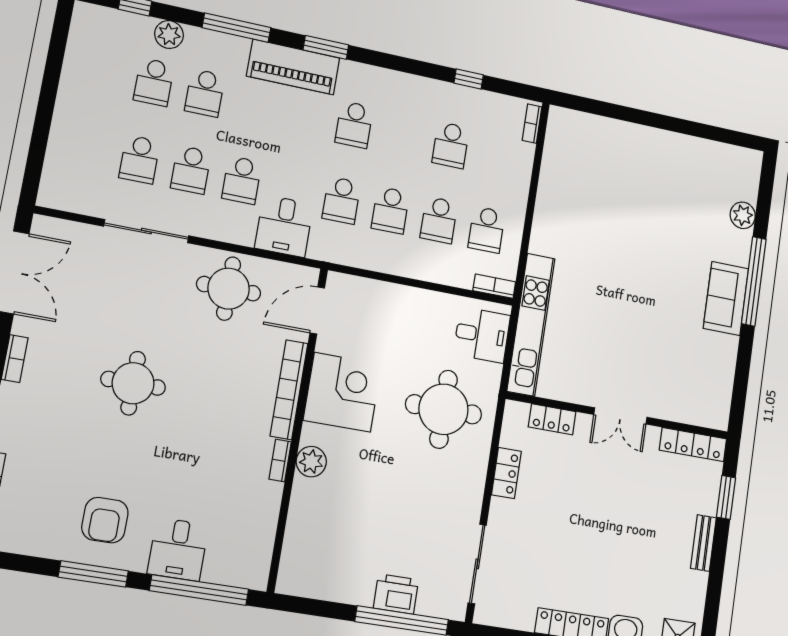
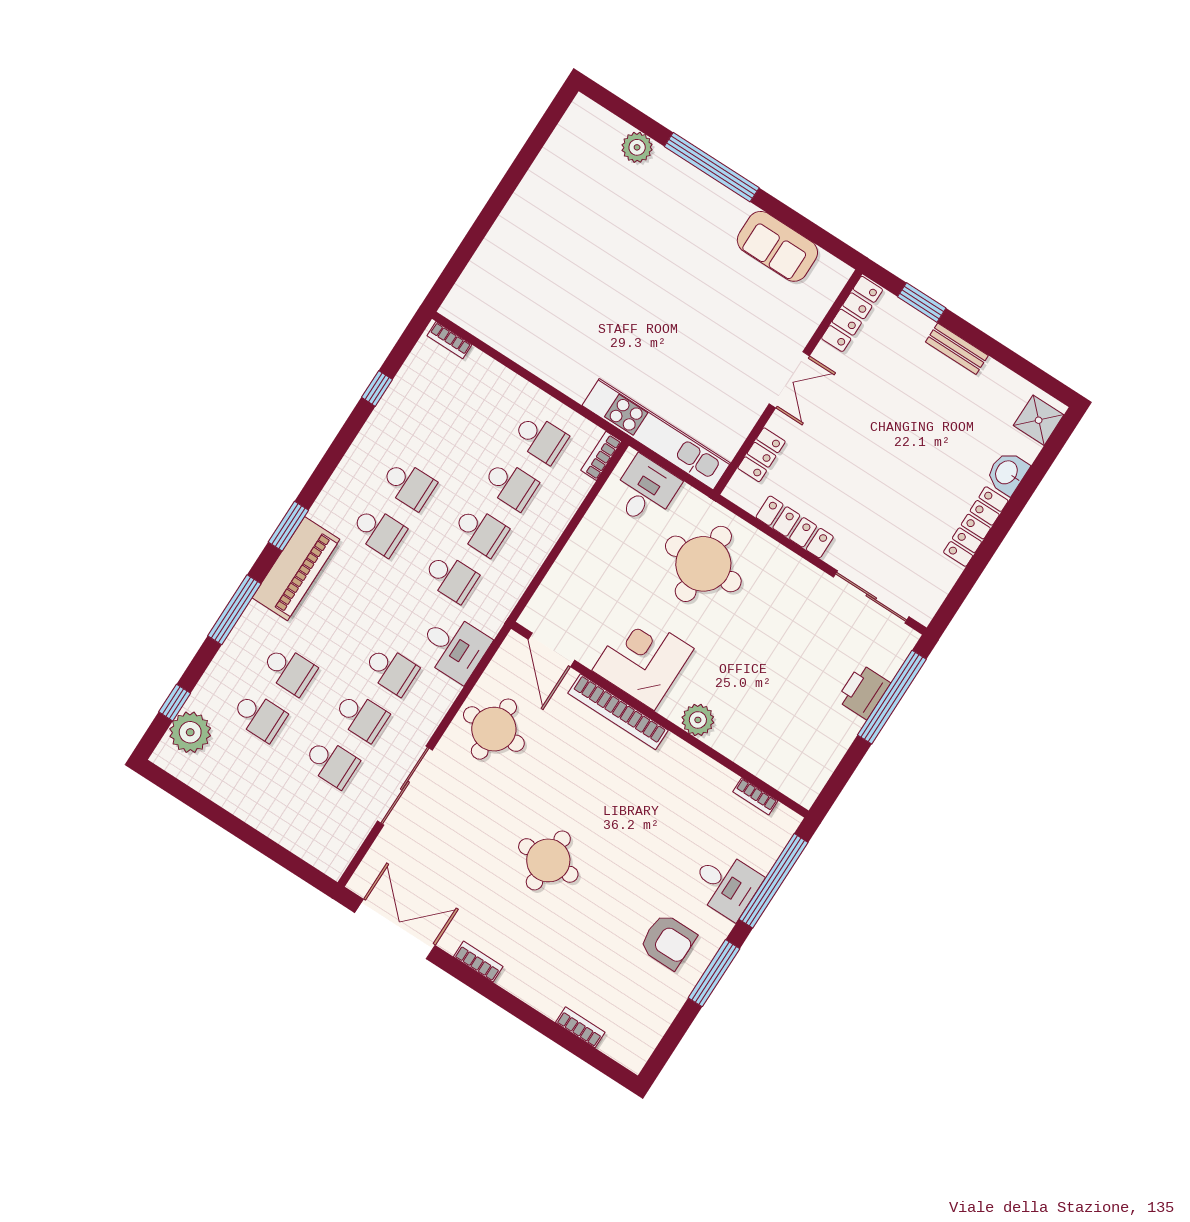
plant: (169, 35) -> (190, 732), moved, width x1.36, depth x1.36
school desk: (451, 145) -> (408, 485), moved
sofa: (726, 299) -> (777, 246), moved
bookcase: (280, 460) -> (755, 796), moved
locker: (506, 473) -> (795, 527), width x1.53

